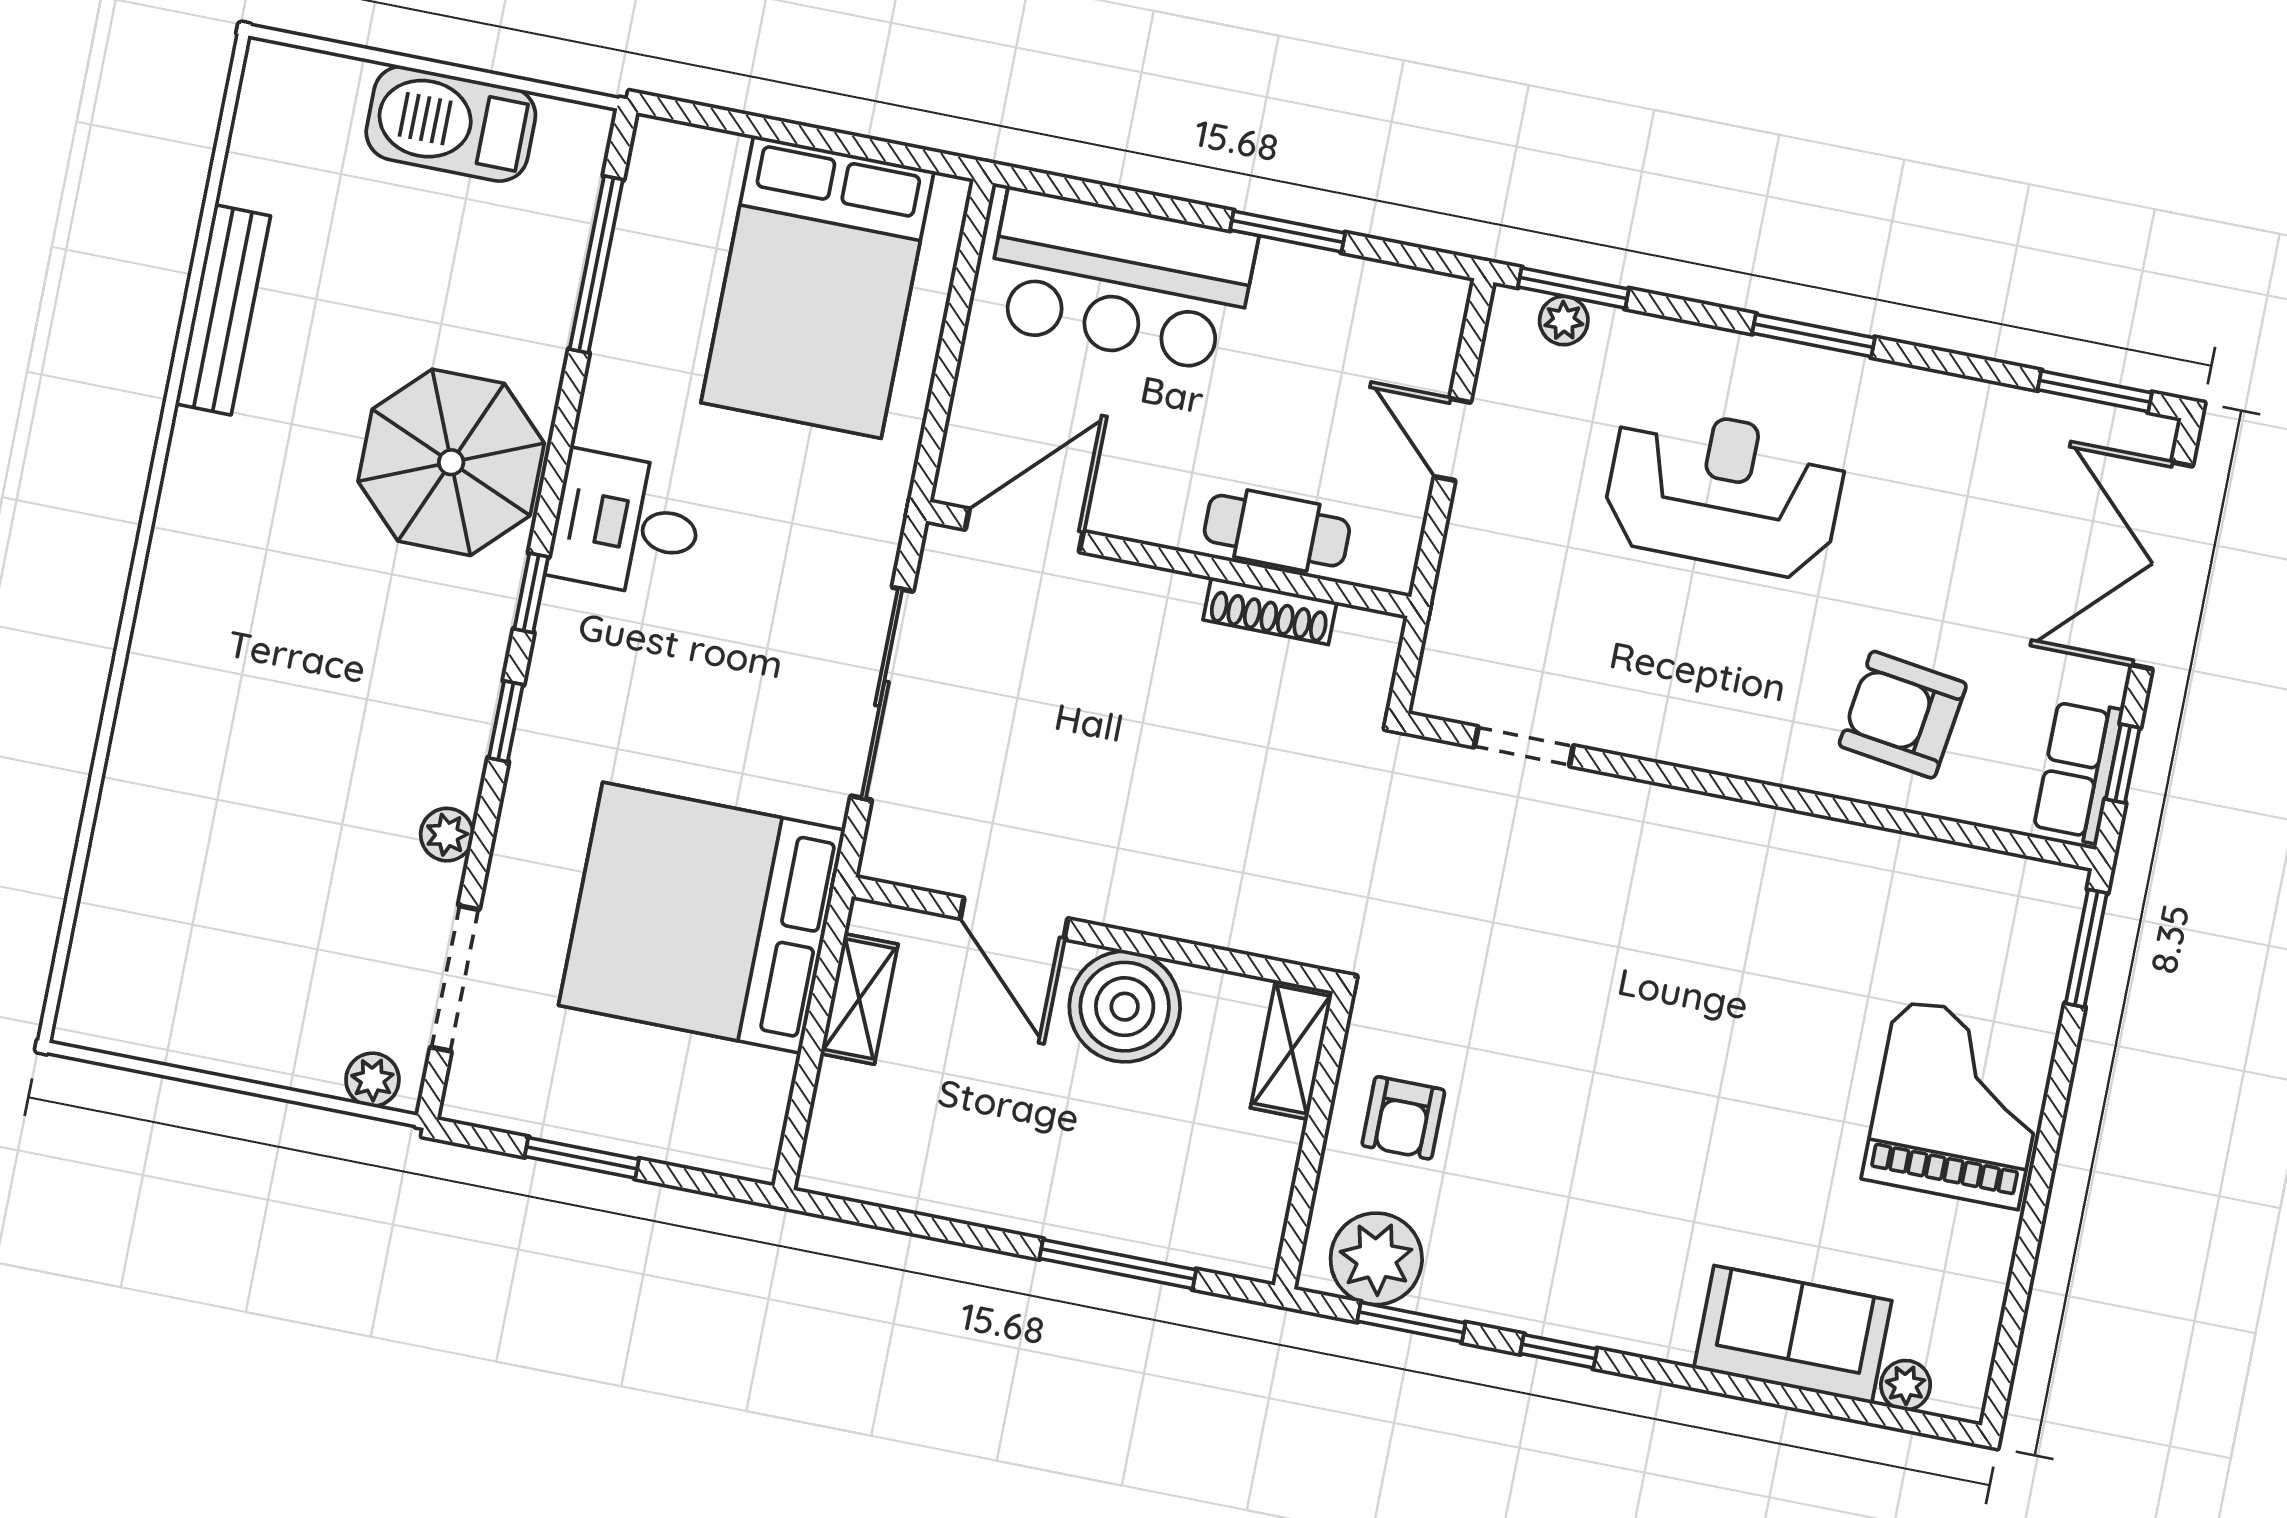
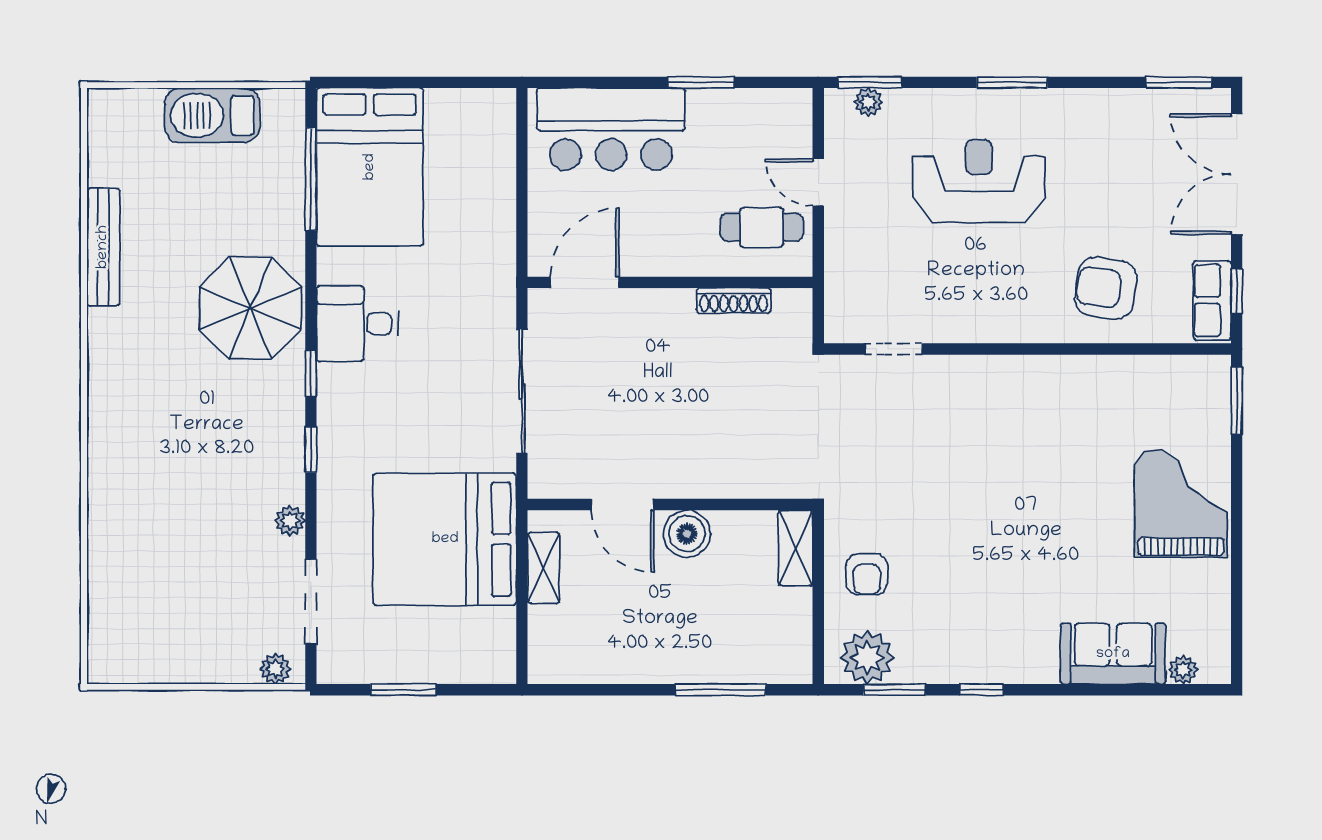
bed: (817, 287) -> (370, 167), moved
cafe table: (1277, 531) -> (762, 227), moved
boiler: (1125, 1007) -> (687, 534), width x0.73, depth x0.73

